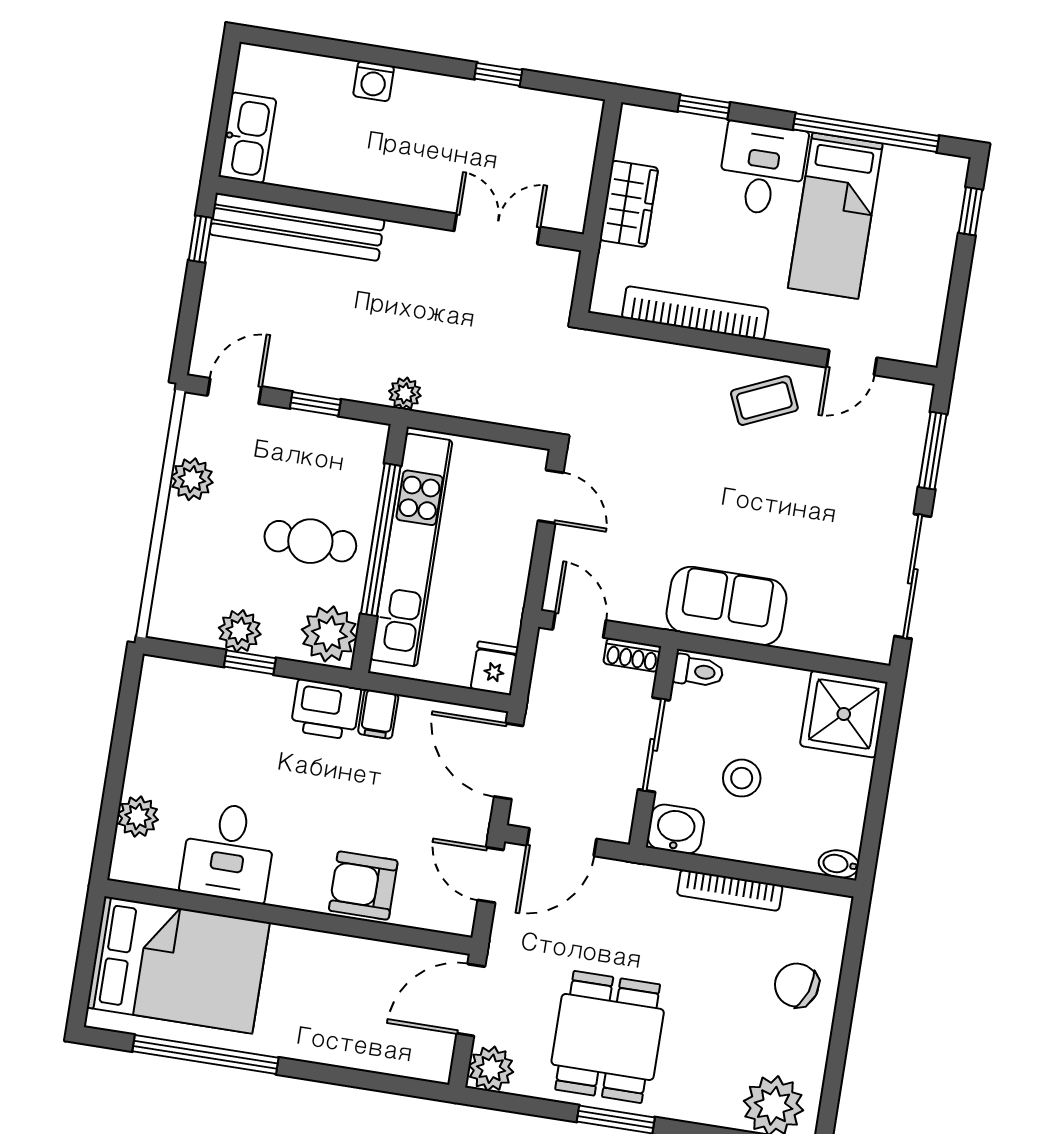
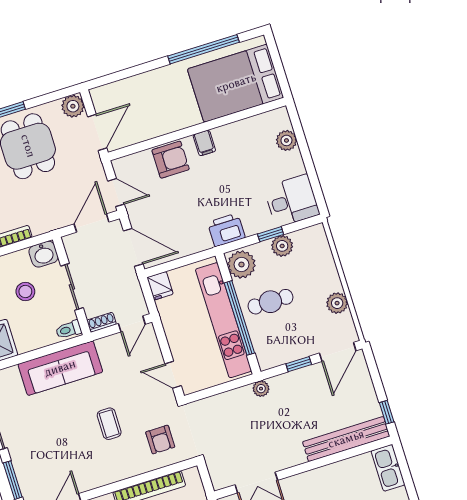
door: (234, 391) -> (338, 352), width x1.38
armchair: (631, 392) -> (160, 440), added
coffee table: (764, 401) -> (109, 424), moved, turned -66
sofa: (727, 606) -> (60, 368), width x1.36
door: (579, 625) -> (132, 324), hinge flipped
filing cabinet: (378, 714) -> (204, 143), moved, turned 180
desk: (228, 852) -> (292, 201), moved, turned 90

